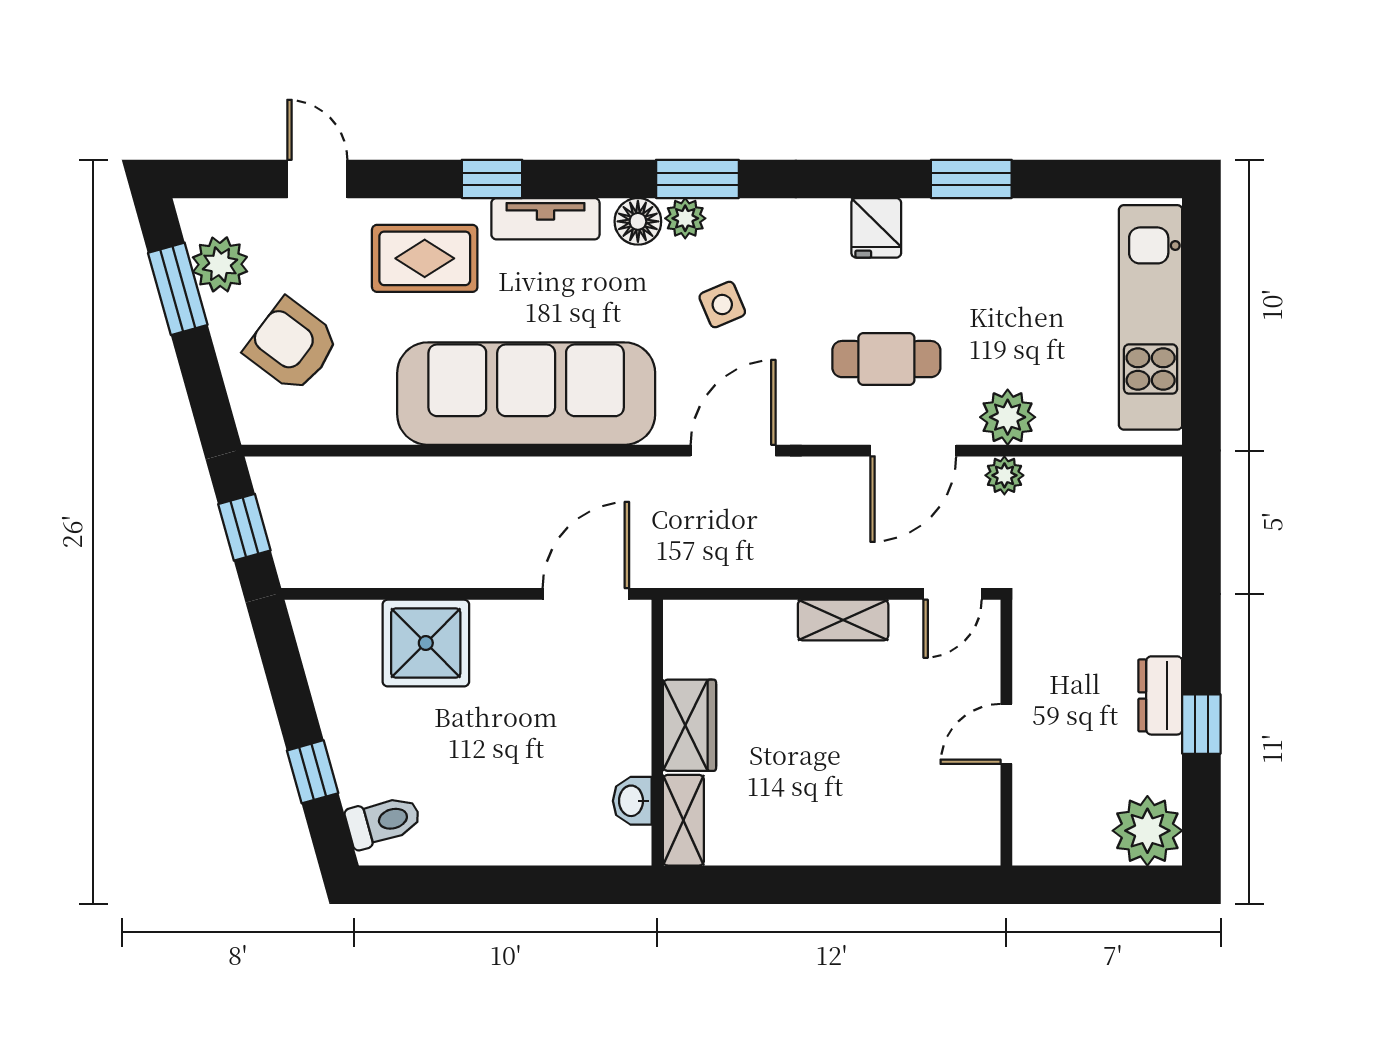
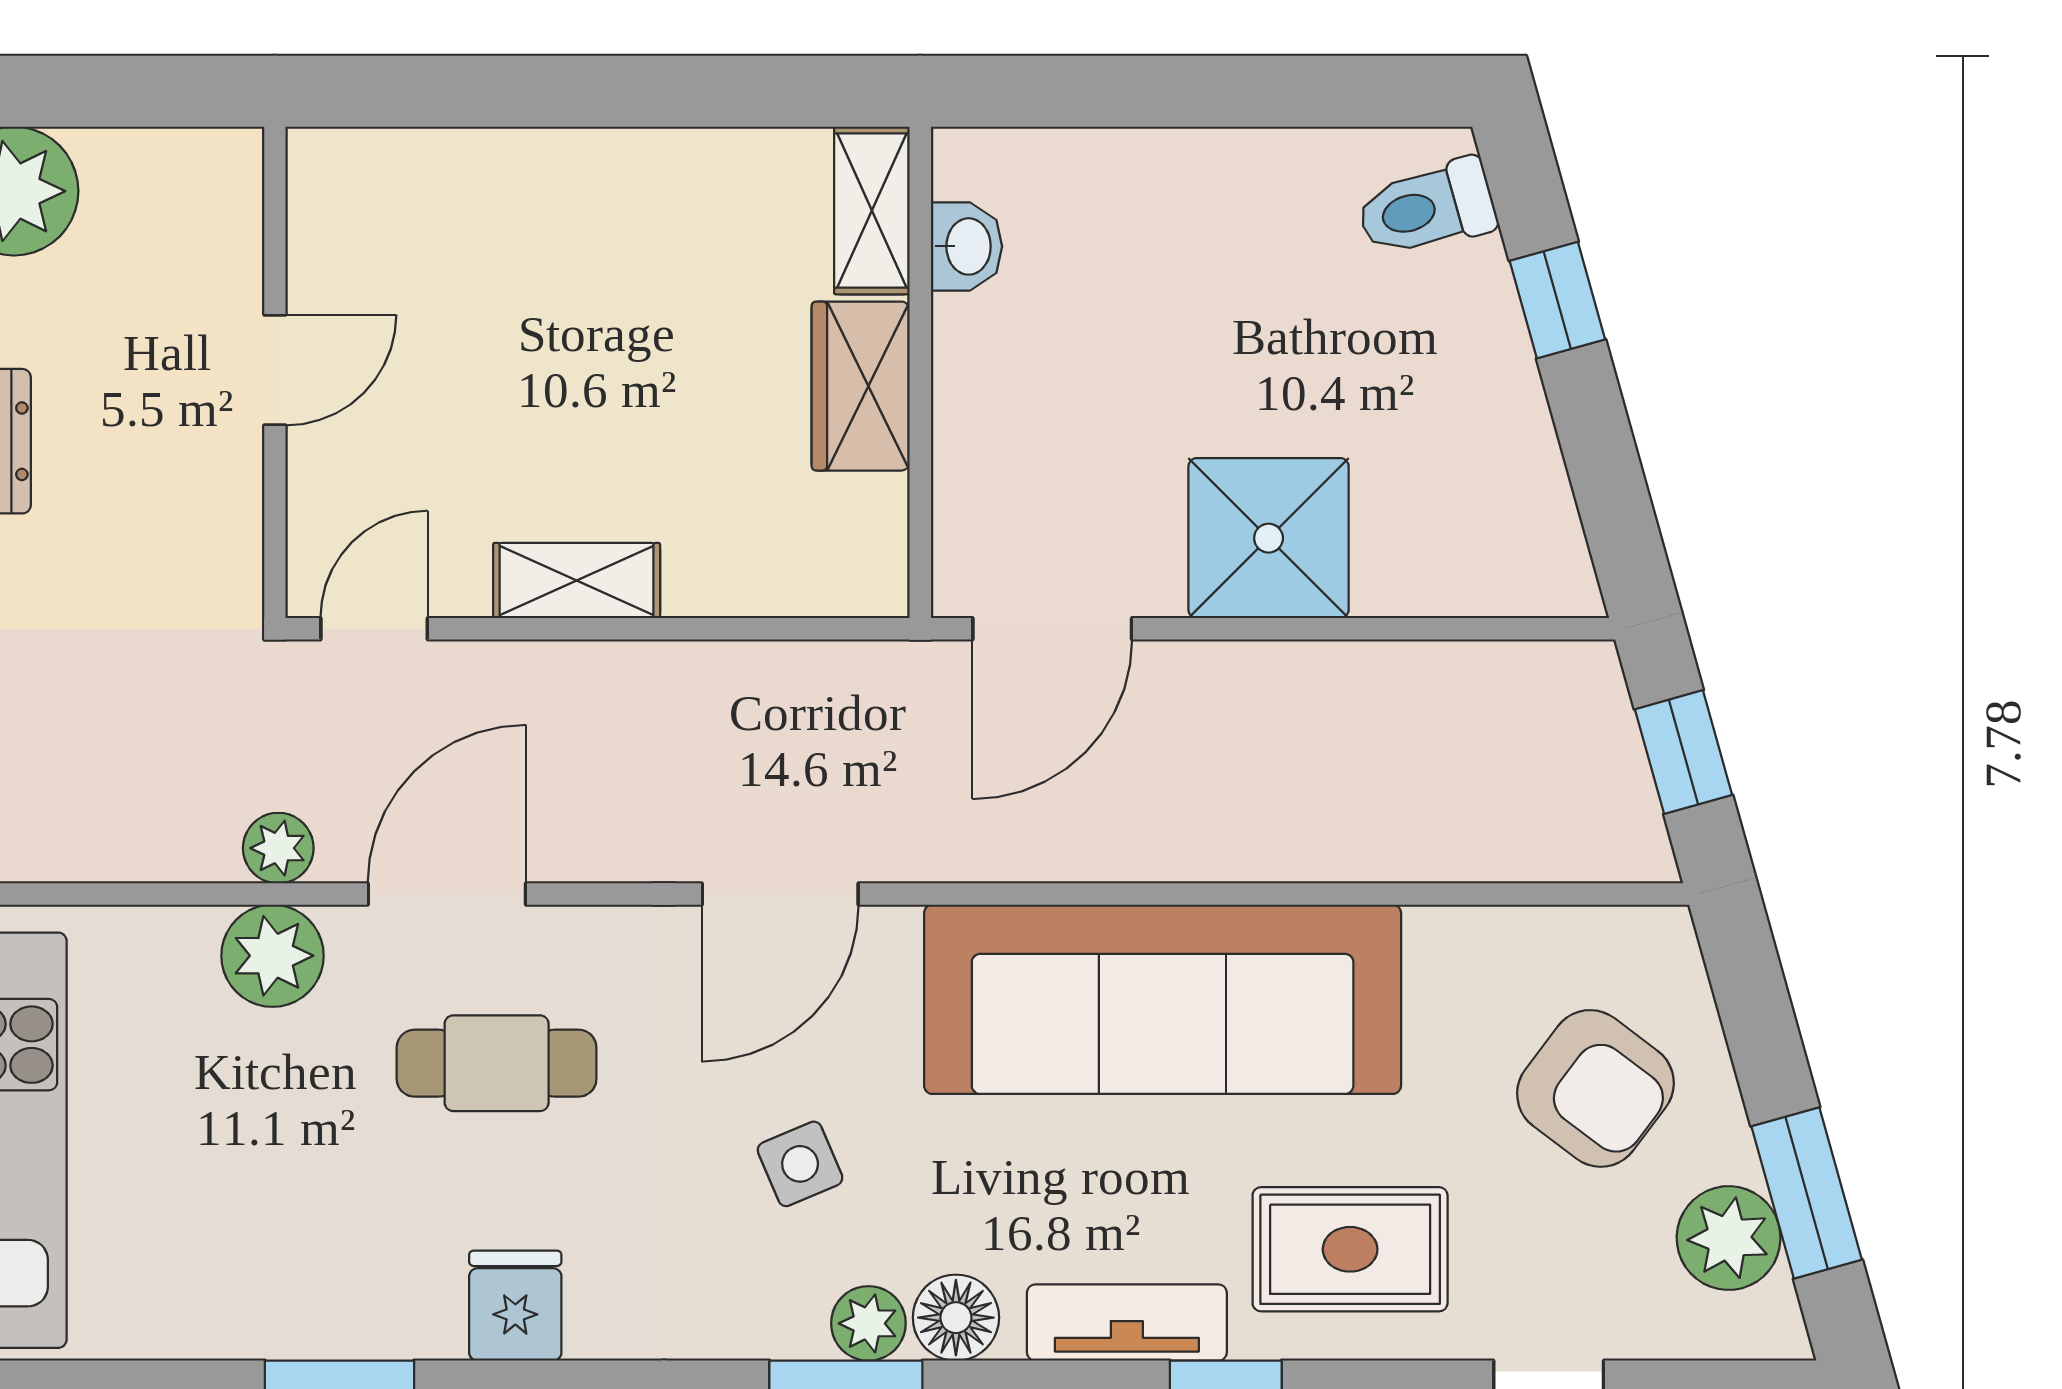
shower: (426, 643) -> (1269, 538), moved

